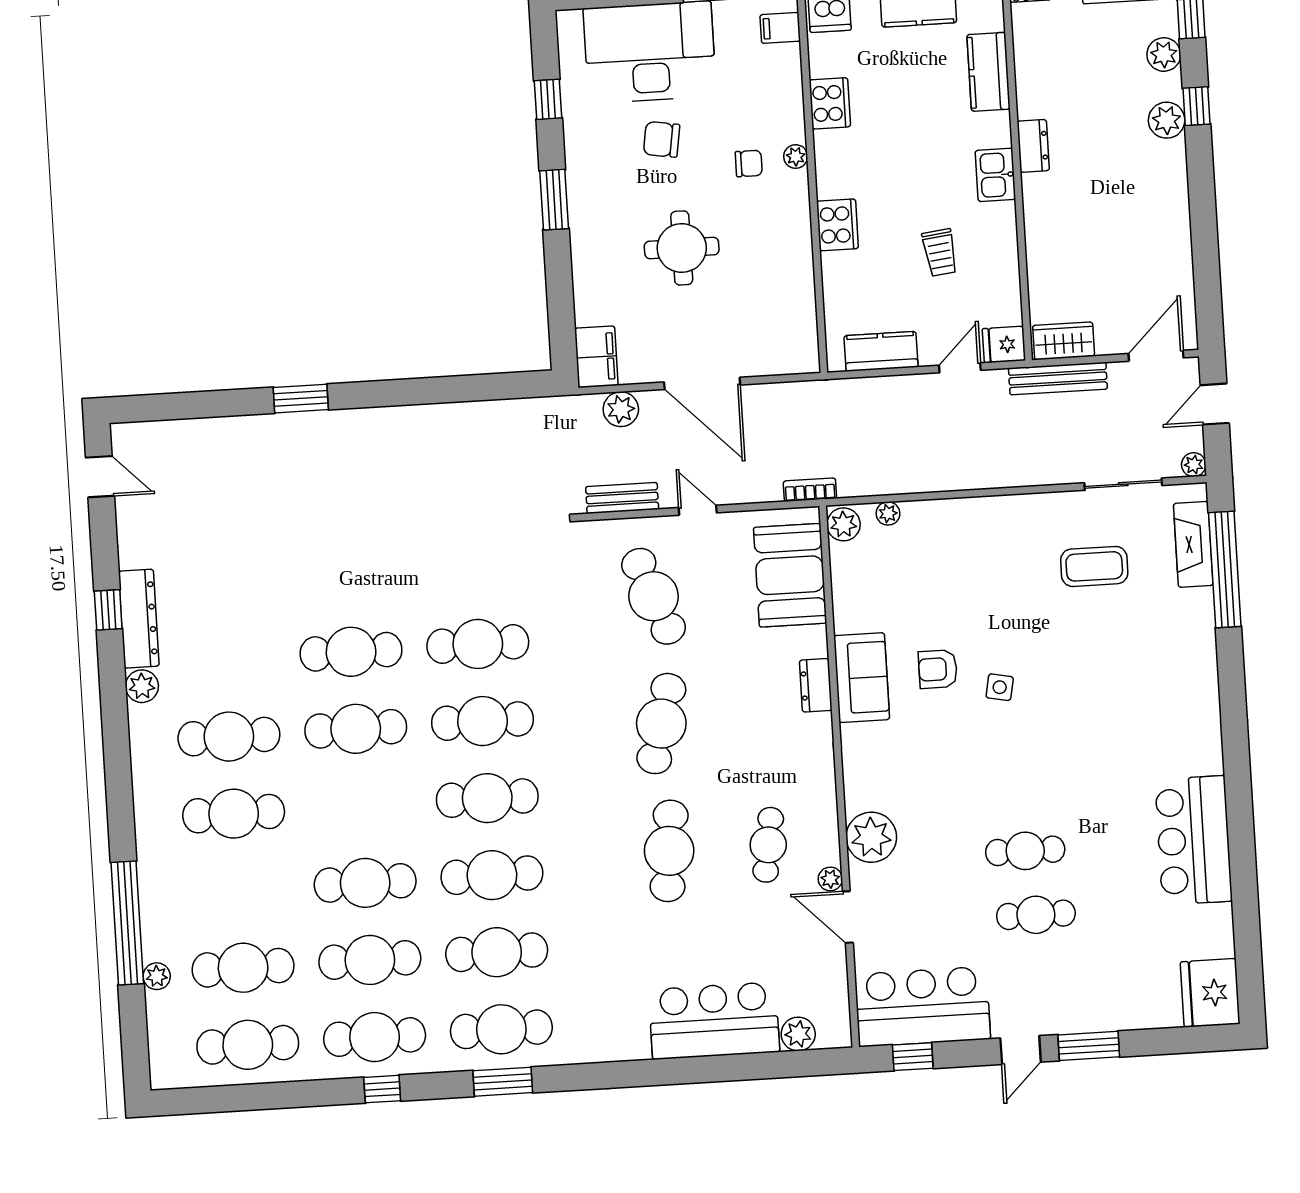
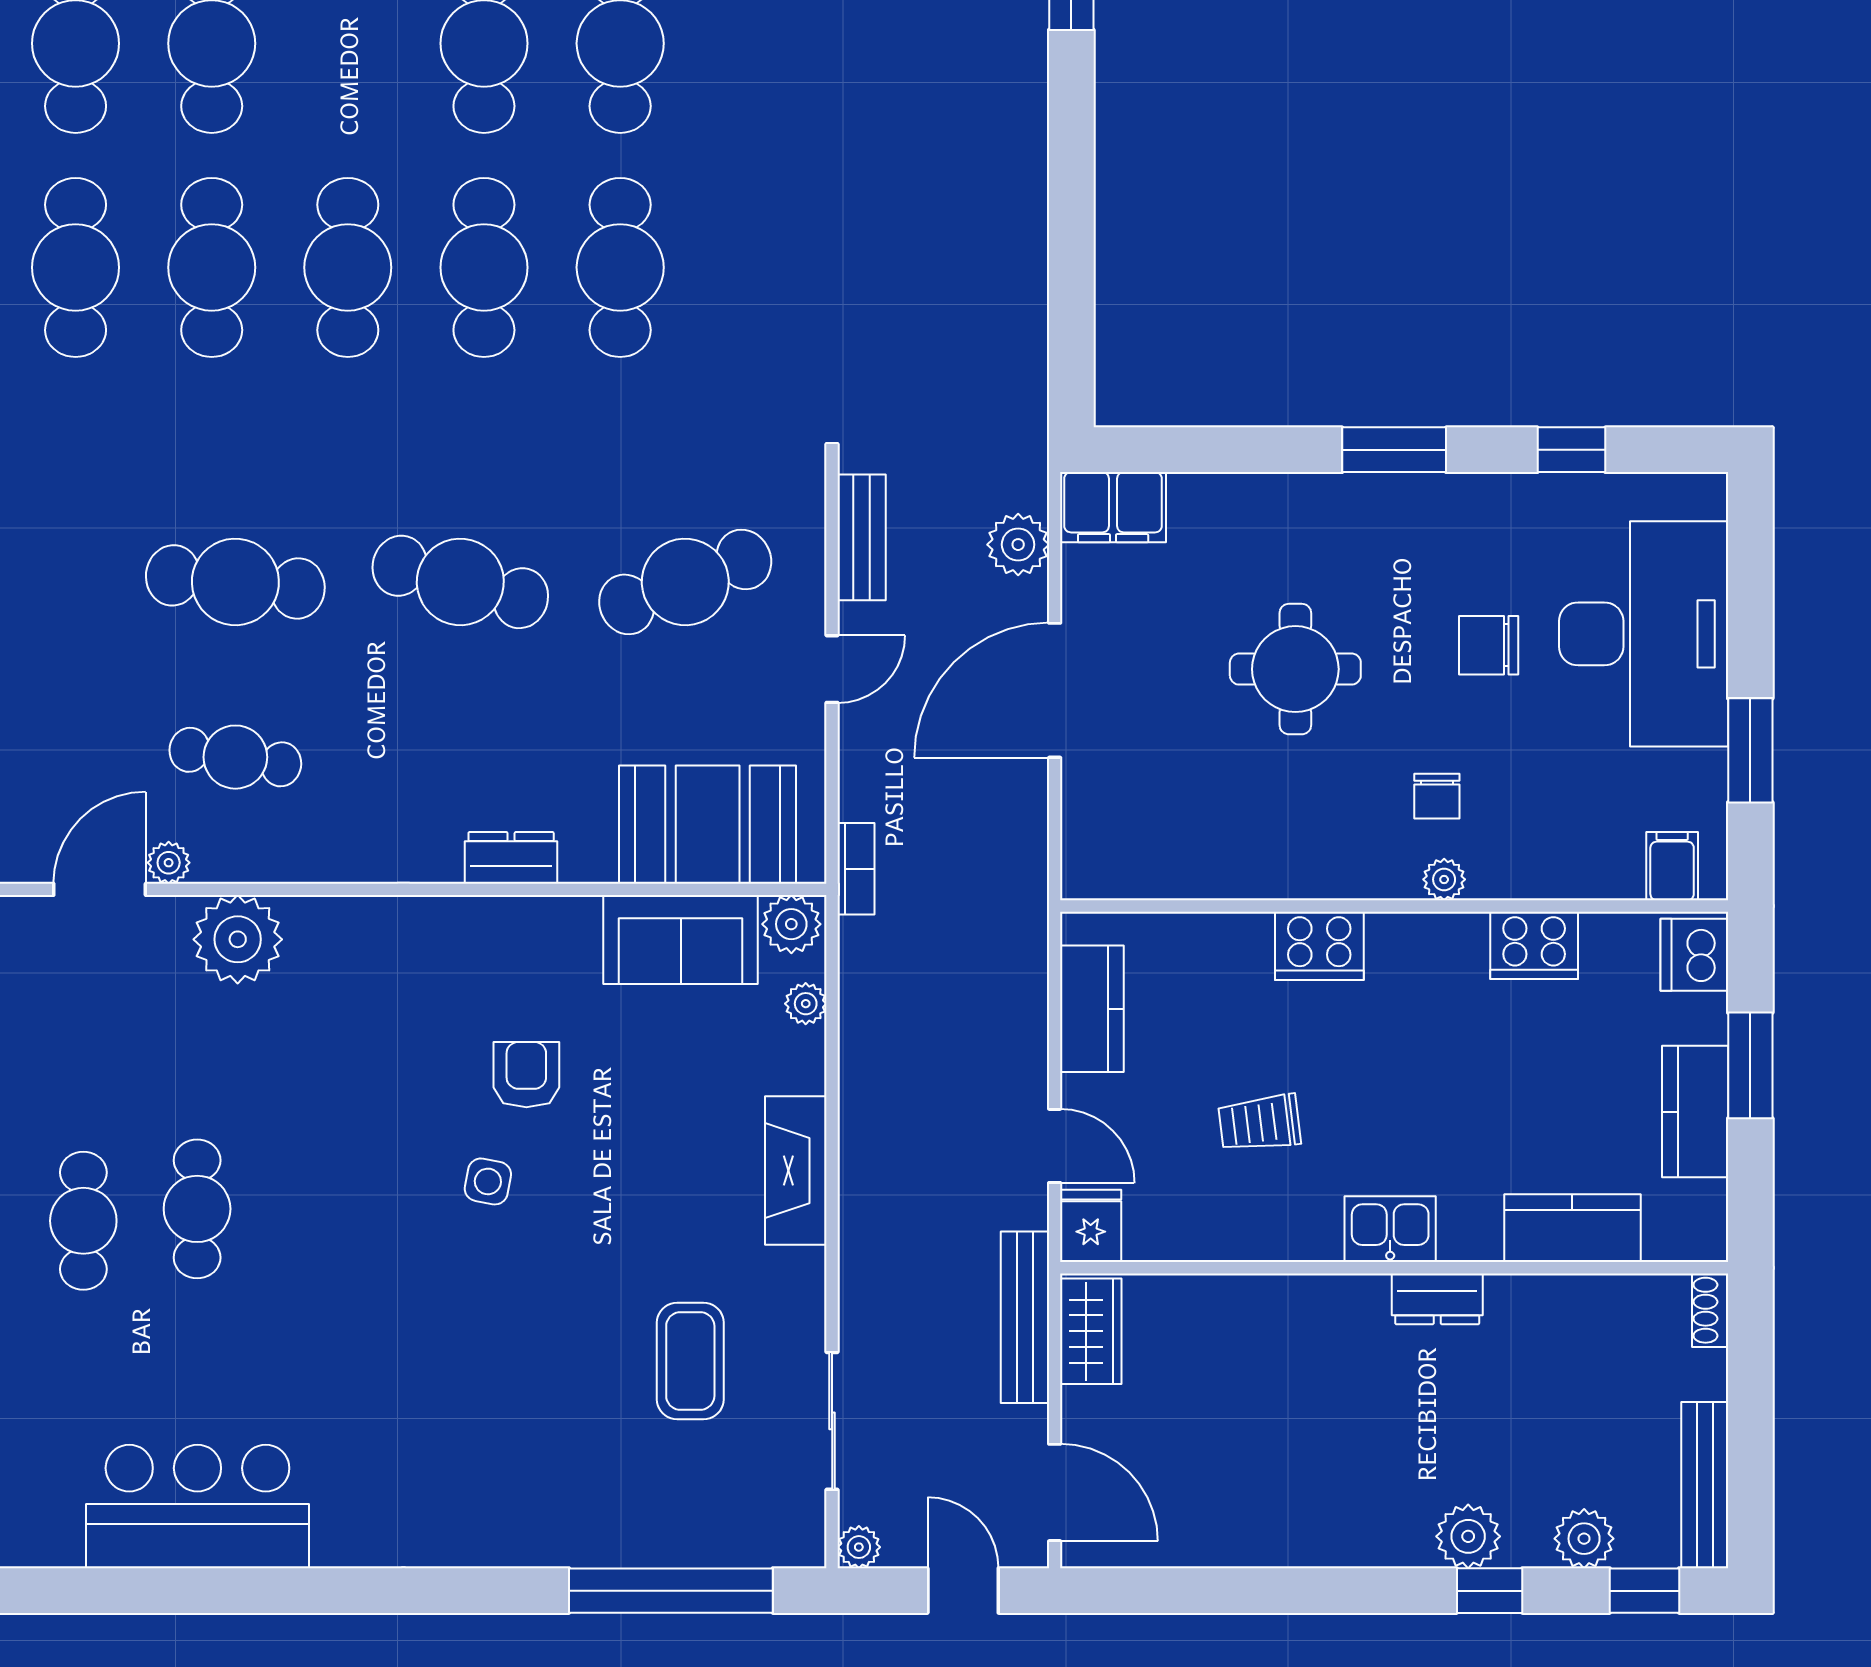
chair: (662, 139) -> (1489, 645), turned -99
fireplace: (1193, 544) -> (796, 1171), moved, turned -90
sofa: (862, 678) -> (681, 939), moved

